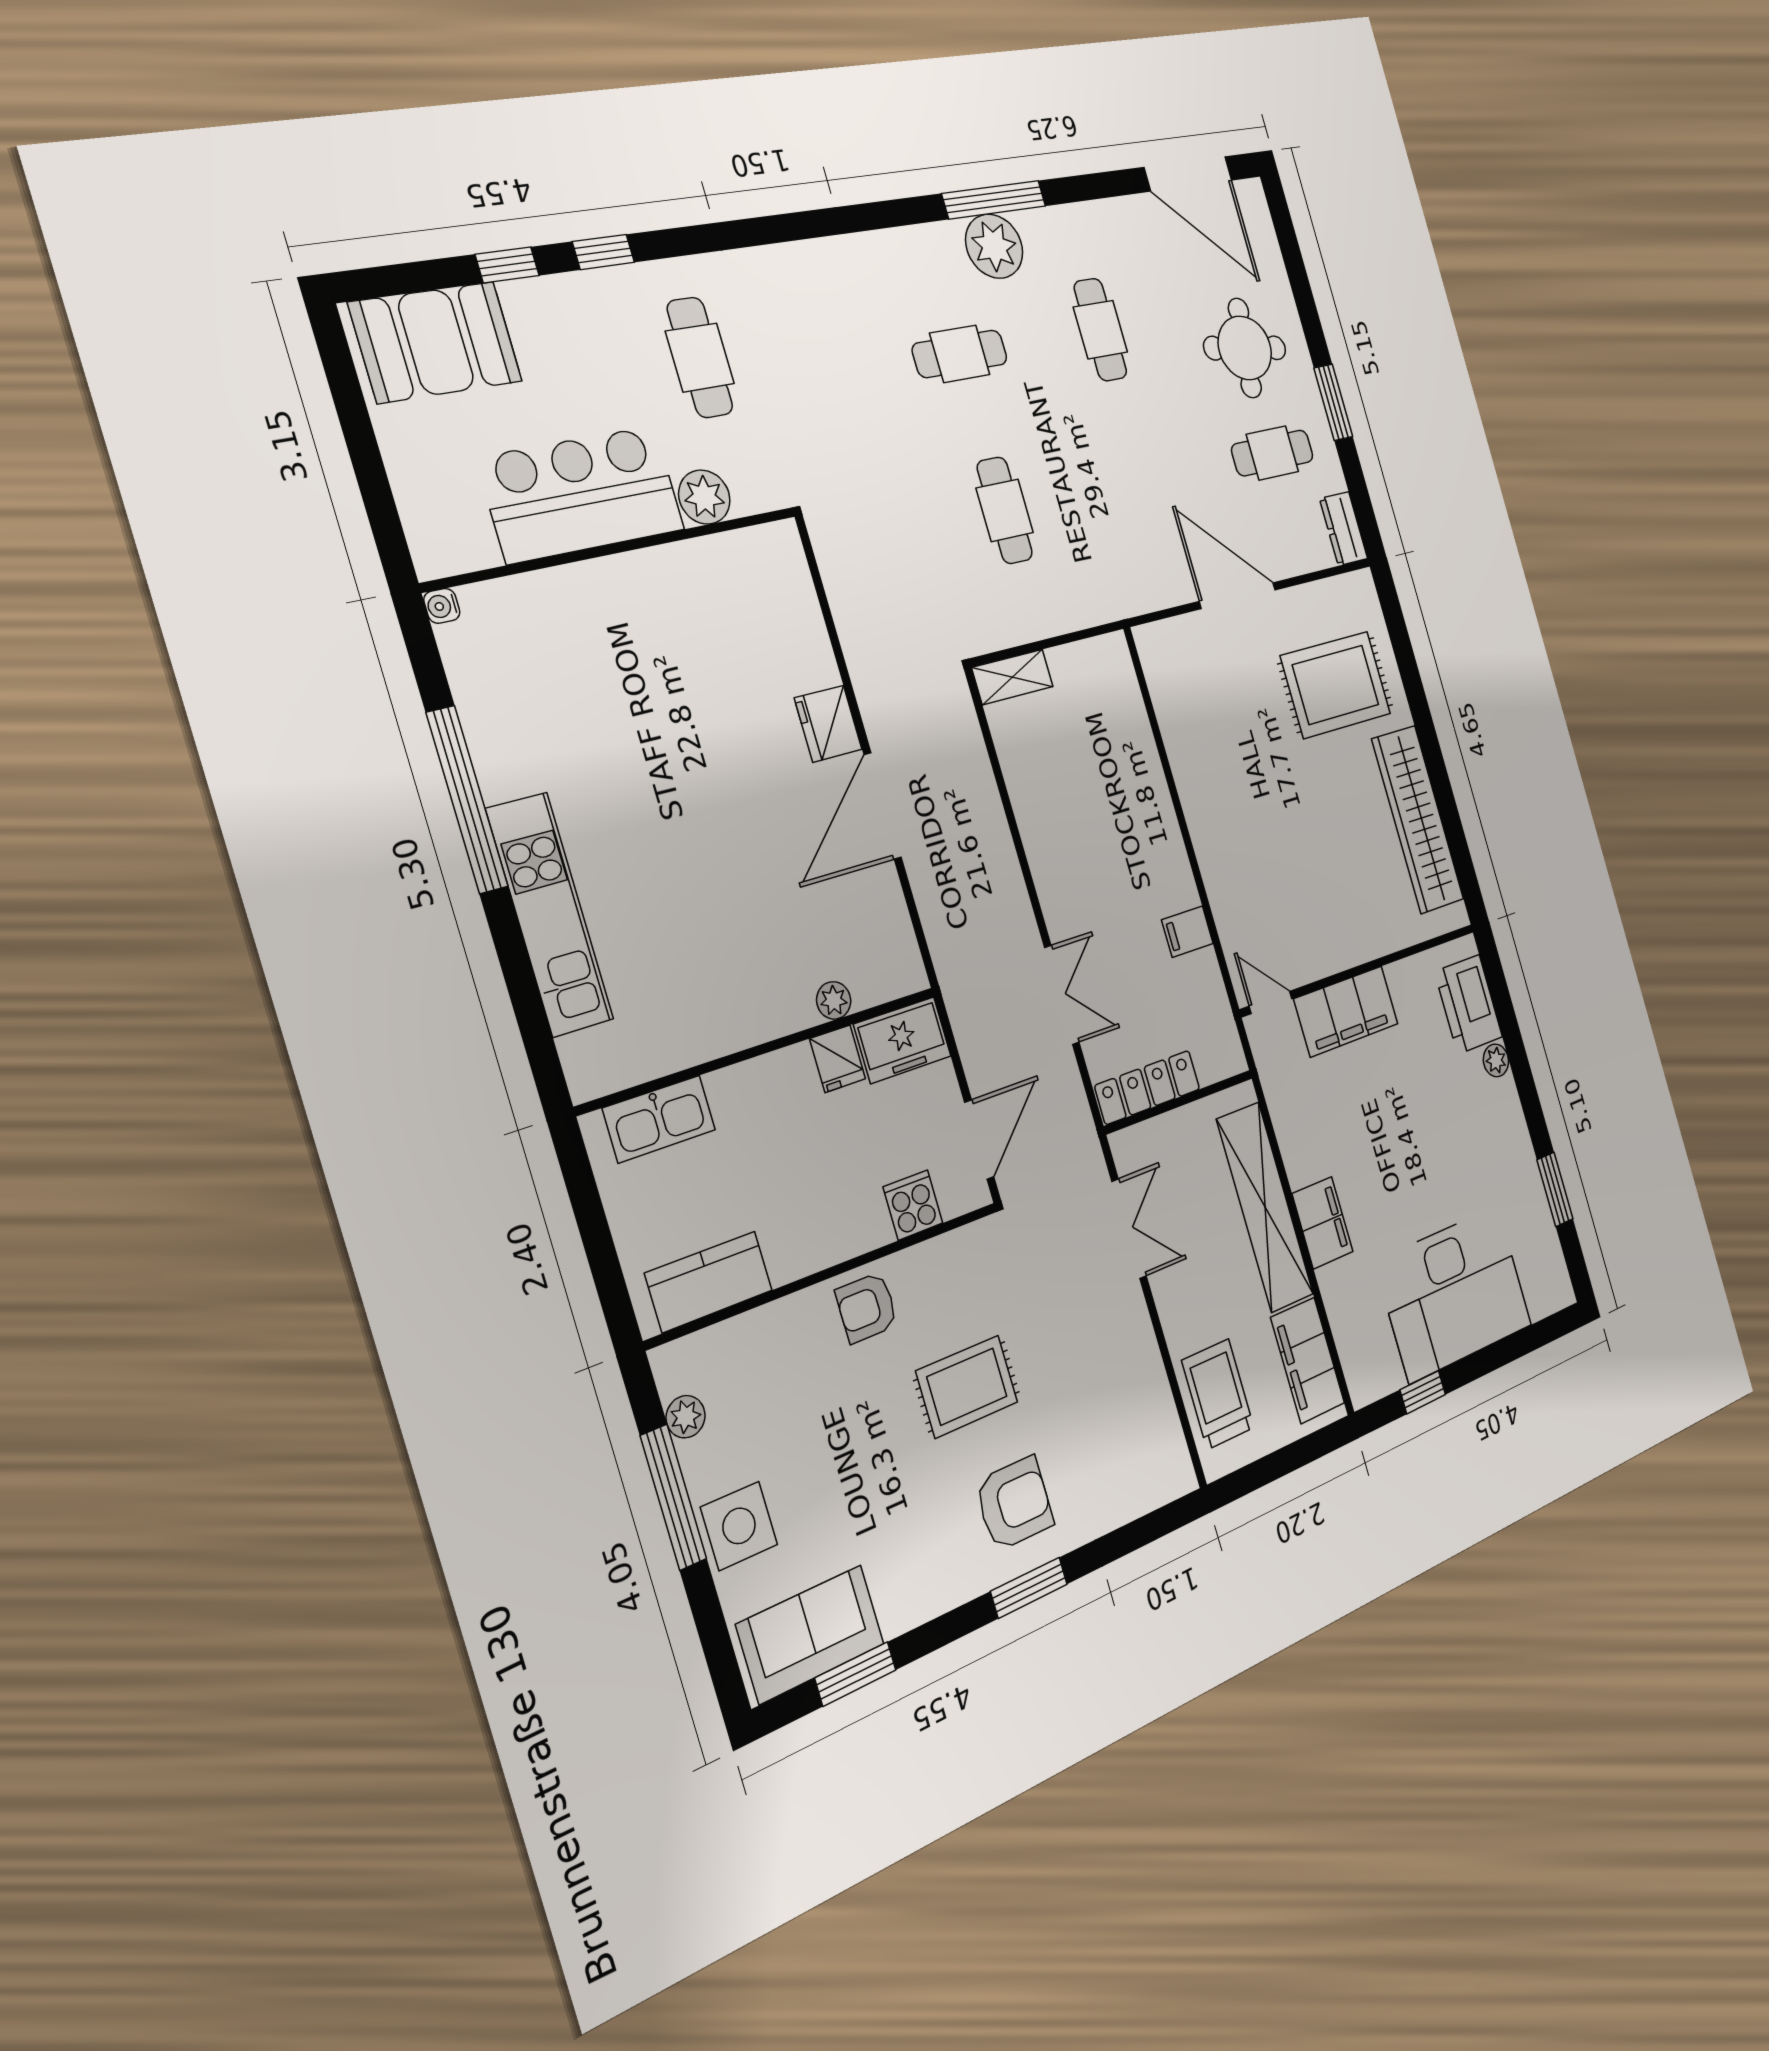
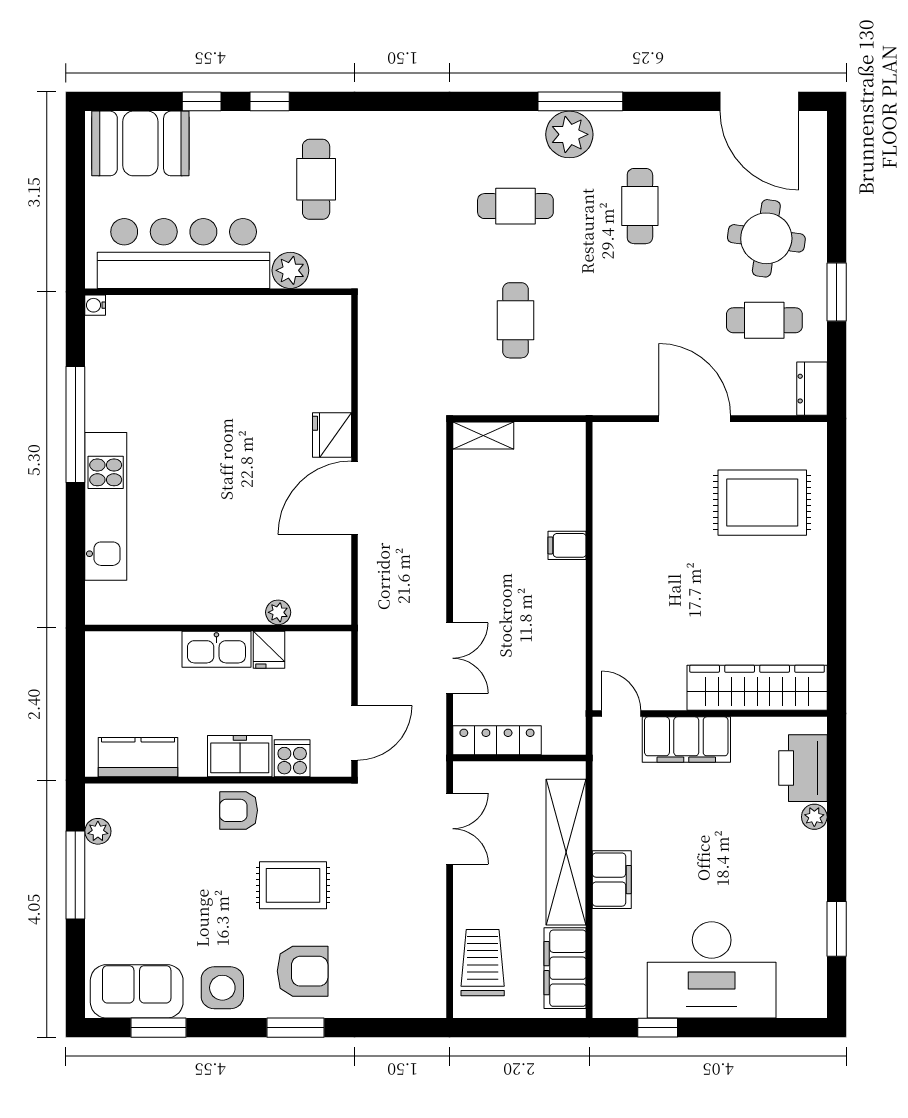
bar counter: (582, 494) -> (184, 254), width x1.36
wardrobe: (1418, 819) -> (757, 688), moved, turned 90
filing cabinet: (1187, 932) -> (567, 545), moved
freezer: (902, 1040) -> (240, 756), moved, turned 180
kitchen sink: (659, 1119) -> (216, 649), moved
side table: (739, 1526) -> (222, 988), moved

